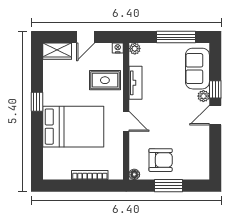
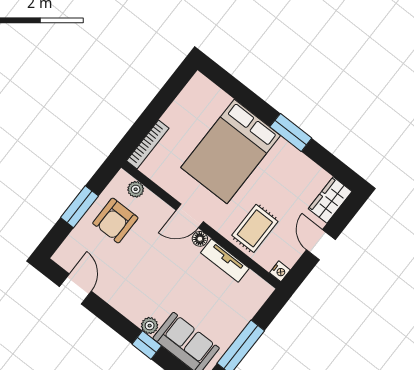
plant: (135, 49) -> (136, 189), moved
window: (37, 102) -> (291, 132), width x1.50
door: (215, 115) -> (75, 289), moved
floor lamp: (134, 174) -> (200, 239), moved
bookcase: (90, 175) -> (148, 144), moved

